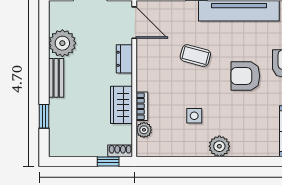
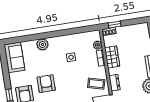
coffee table: (195, 56) -> (96, 84), moved
armchair: (245, 76) -> (46, 84), turned -90
plant: (219, 146) -> (42, 44), moved

